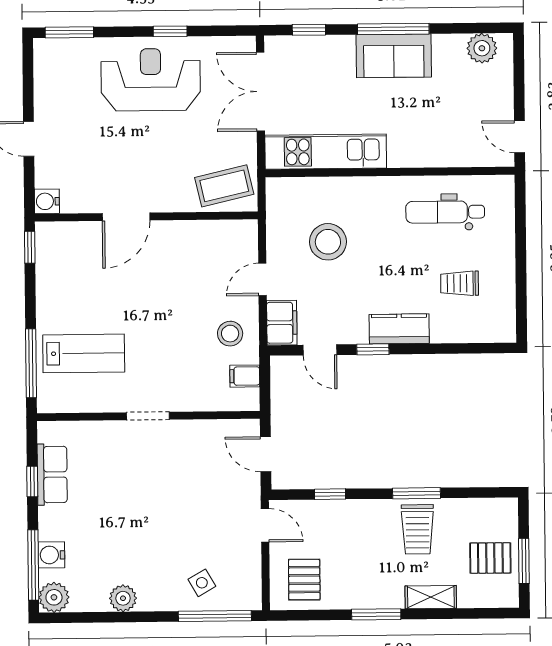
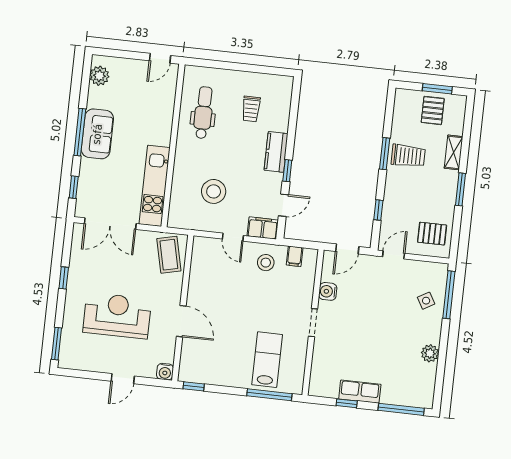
reception desk: (151, 80) -> (117, 316), moved, turned 90
dental chair: (445, 212) -> (203, 113), turned 180
row of seats: (52, 475) -> (360, 392), moved
water cooler: (51, 555) -> (328, 291), moved, turned 90
plant: (54, 597) -> (424, 398), removed

